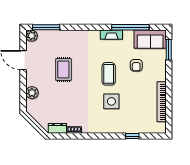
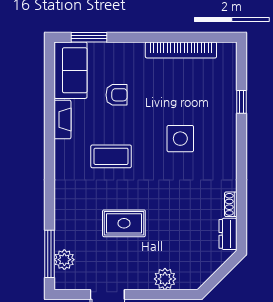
window: (130, 27) -> (49, 105), removed
fireplace: (111, 35) -> (62, 119), moved
plant: (32, 36) -> (64, 260), moved
coffee table: (109, 74) -> (111, 156), moved

